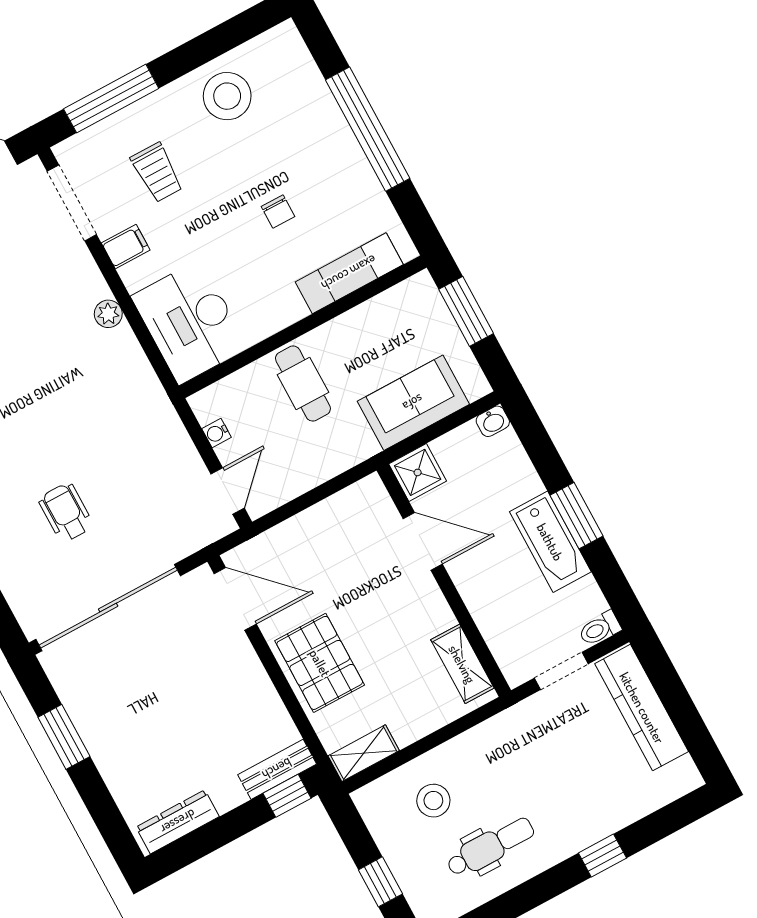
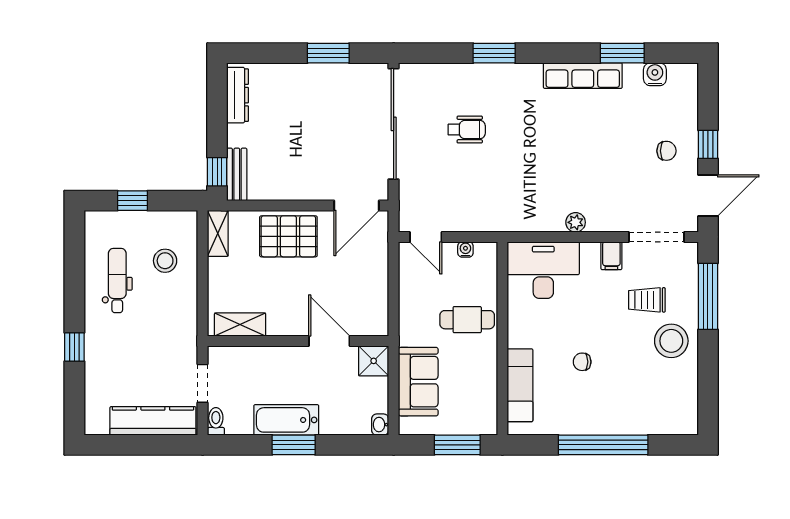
stool: (227, 96) -> (671, 341), moved
door: (423, 541) -> (329, 341), swing flipped
dental chair: (490, 847) -> (117, 281), turned 180

